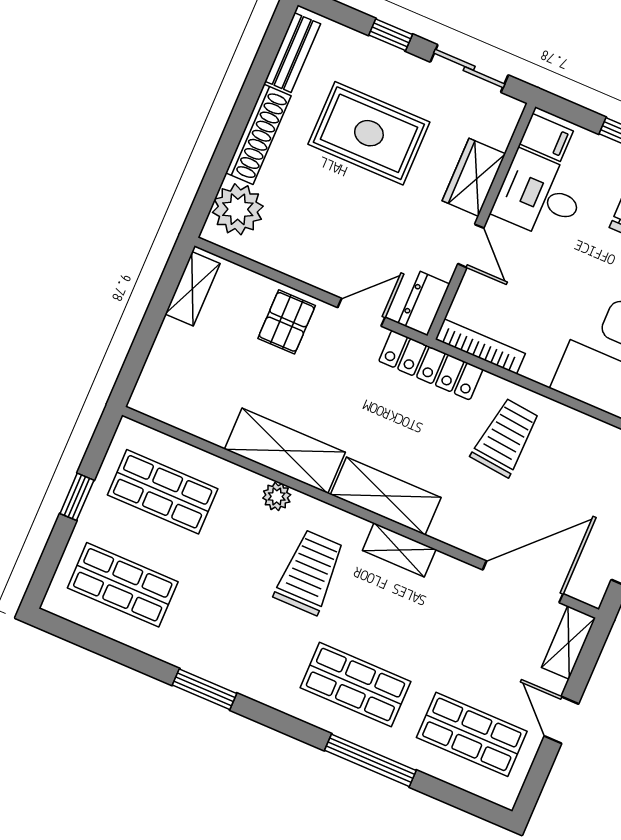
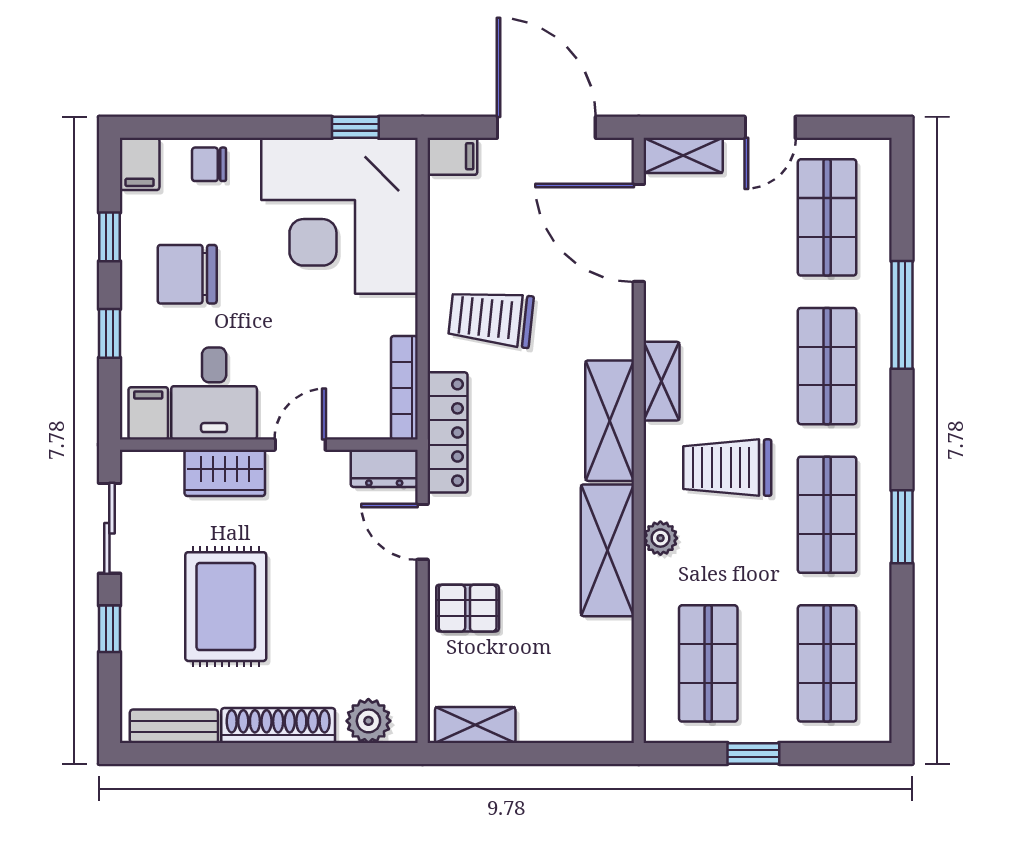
plant: (238, 209) -> (368, 721), width x0.73, depth x0.73
shop shelf: (239, 635) -> (827, 515), added

